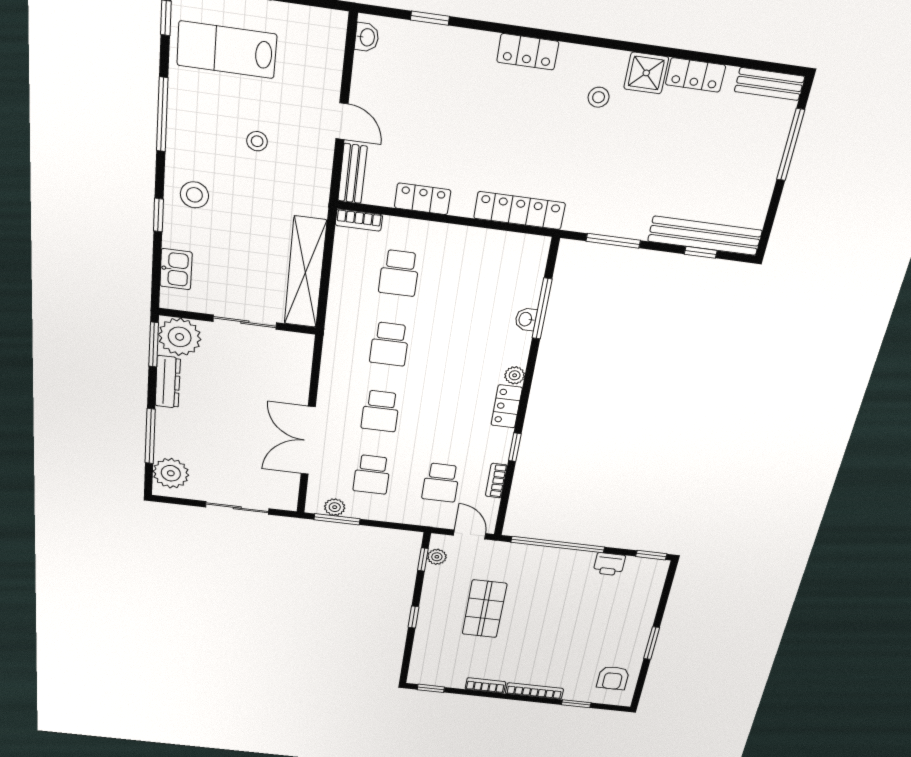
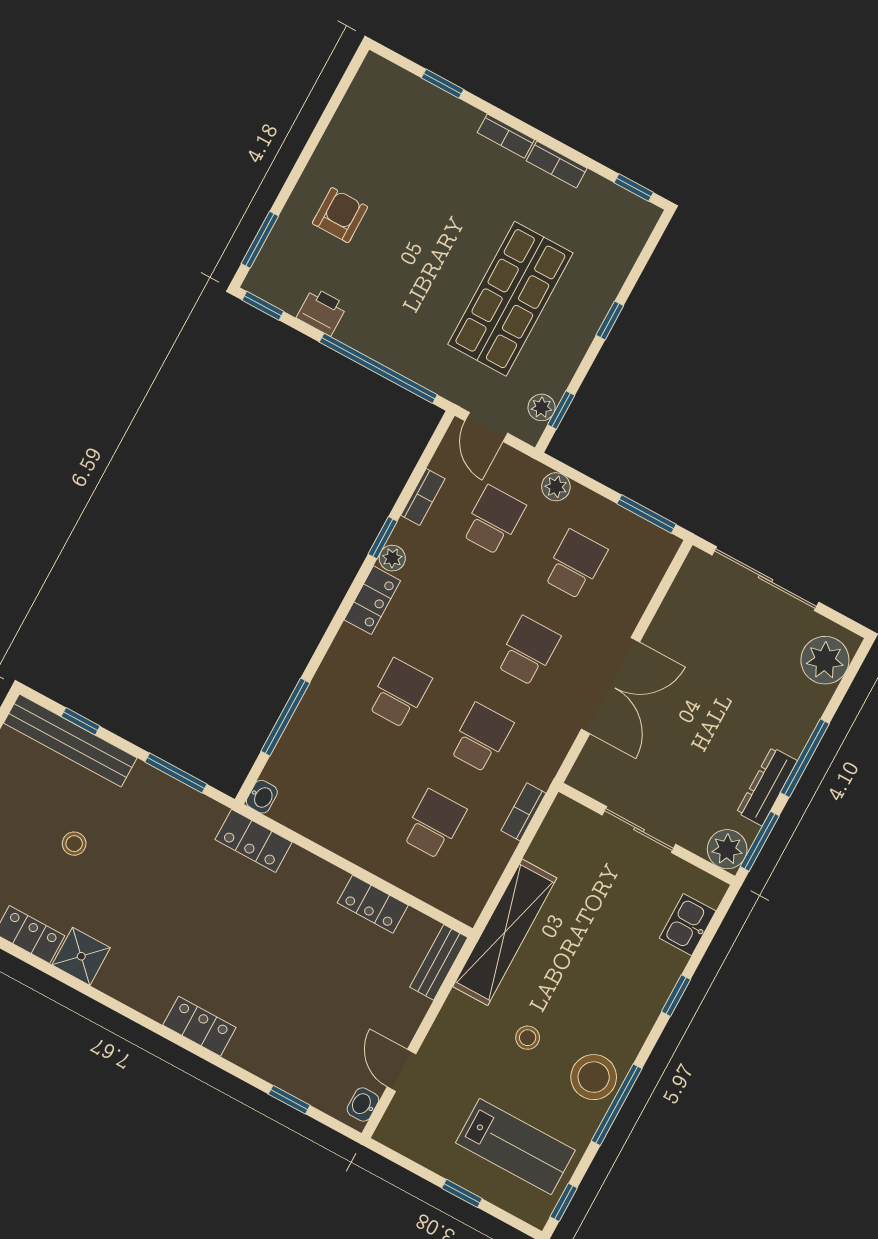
stool: (599, 97) -> (74, 844), moved
door: (342, 121) -> (401, 1070), moved
stool: (194, 195) -> (594, 1077), moved, width x1.38, depth x1.38
locker: (520, 211) -> (254, 841), width x0.66
bookcase: (359, 220) -> (524, 812), moved, turned -90
shelving: (305, 273) -> (505, 932), moved
washbasin: (526, 319) -> (262, 797), moved
plant: (180, 337) -> (727, 849), width x0.73, depth x0.73
school desk: (462, 353) -> (399, 693), added
plant: (515, 375) -> (392, 558), moved
window: (150, 436) -> (805, 758), moved
double door: (308, 441) -> (610, 686), moved
plant: (335, 507) -> (556, 487), moved
sliding door: (237, 508) -> (766, 579), width x1.37
shop shelf: (484, 609) -> (510, 299), width x1.43, depth x1.36
window: (652, 643) -> (260, 240), moved
armchair: (613, 678) -> (340, 215), moved
bookcase: (534, 691) -> (506, 136), width x0.64

